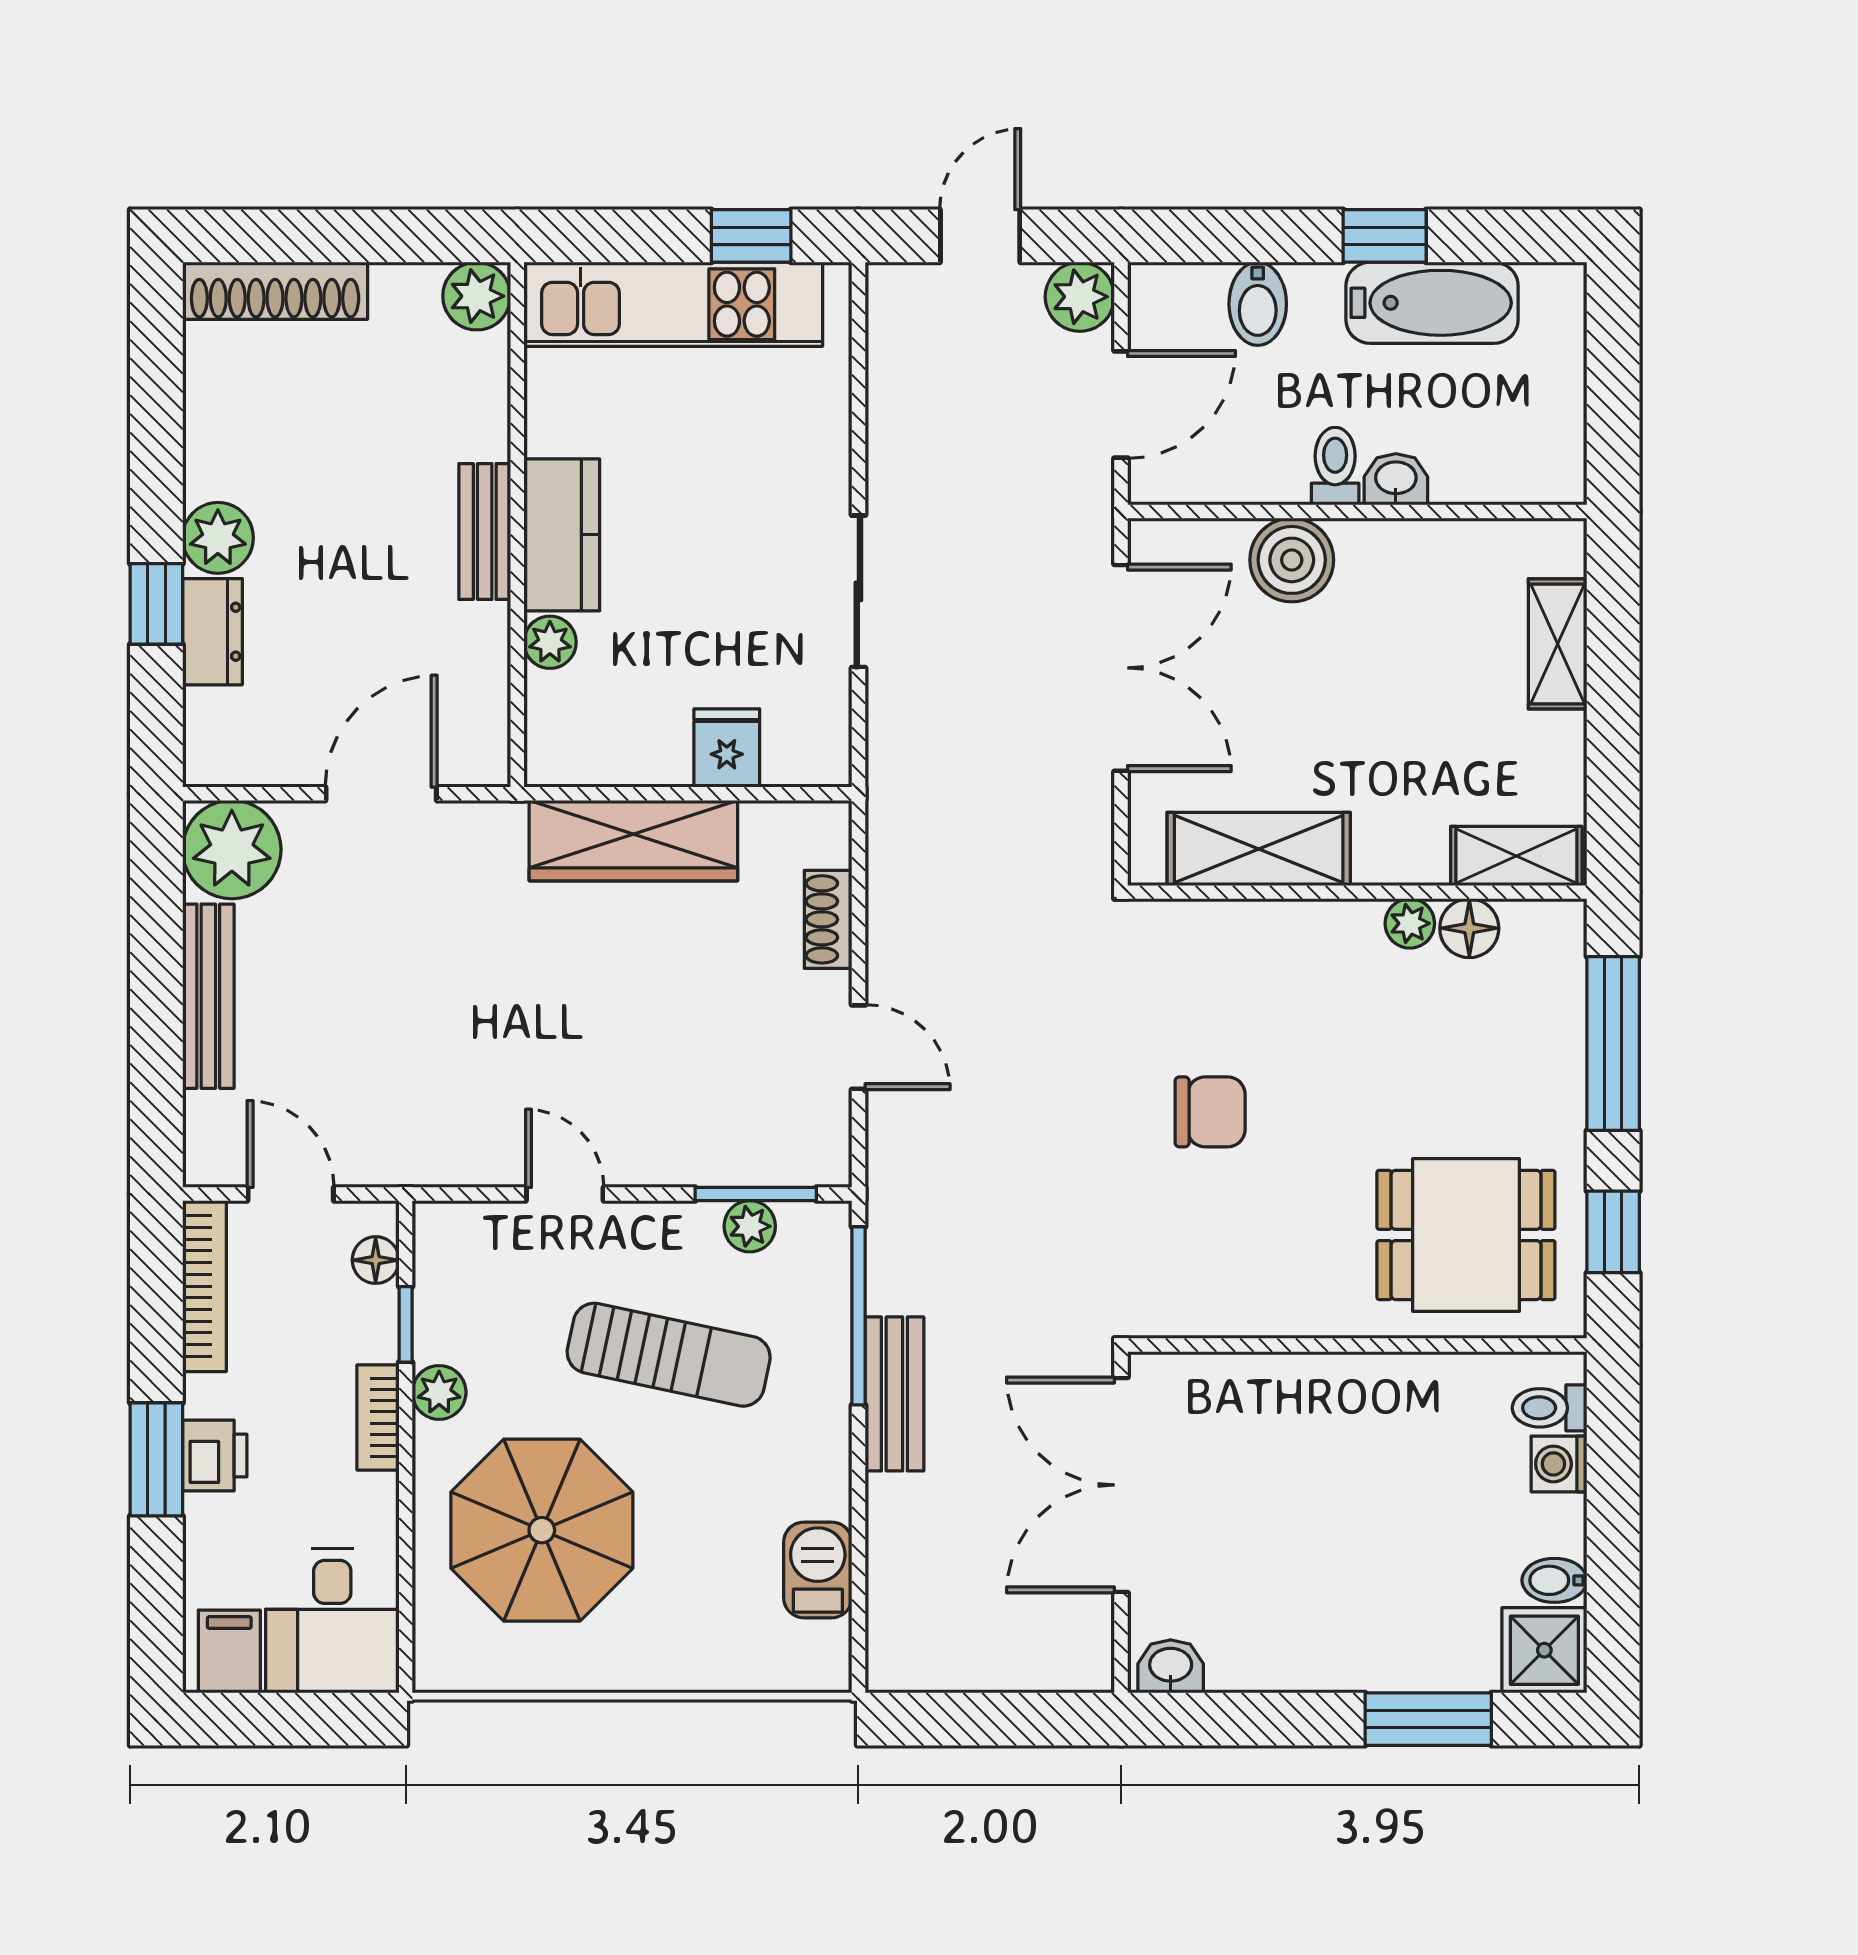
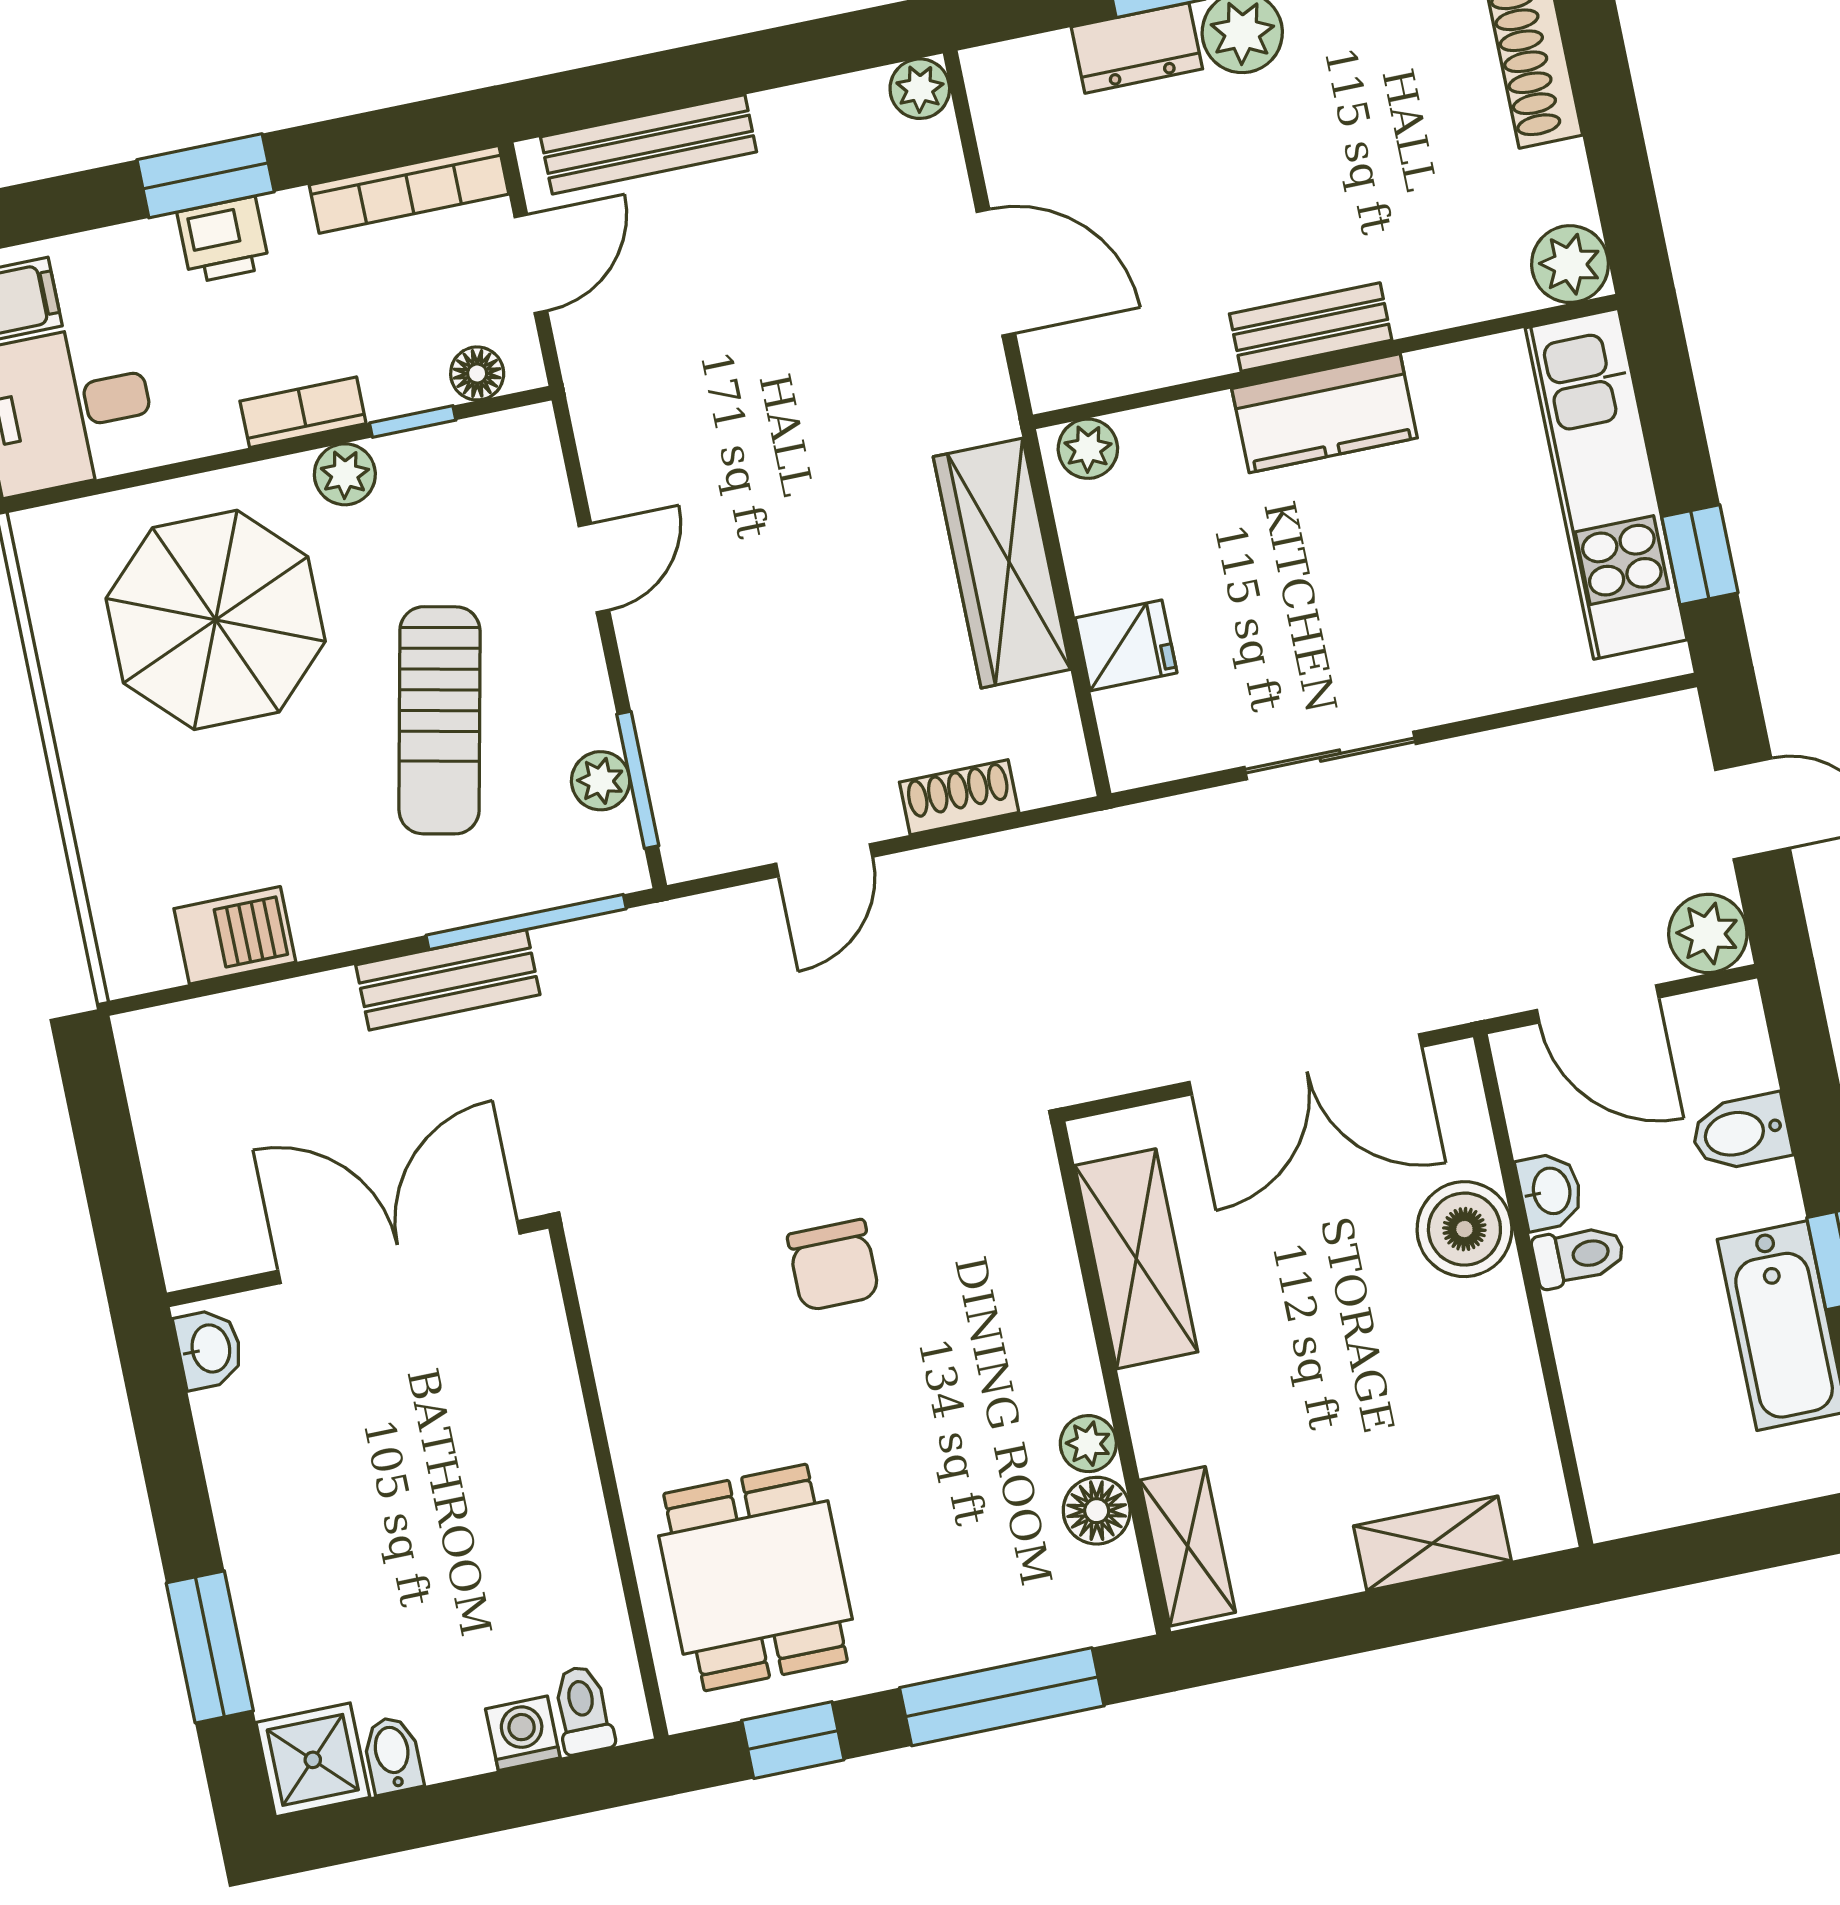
washbasin: (1396, 479) -> (1550, 1191), moved
plant: (550, 642) -> (1088, 449), moved
plant: (232, 850) -> (920, 89), width x0.53, depth x0.53
bench: (208, 996) -> (649, 144), moved

